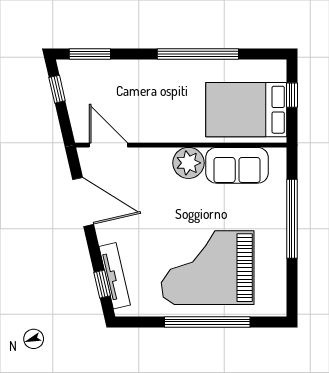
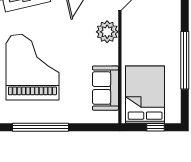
plant: (188, 163) -> (107, 32), moved
window: (292, 219) -> (40, 127), moved

